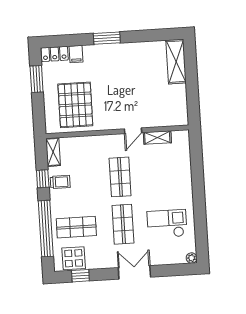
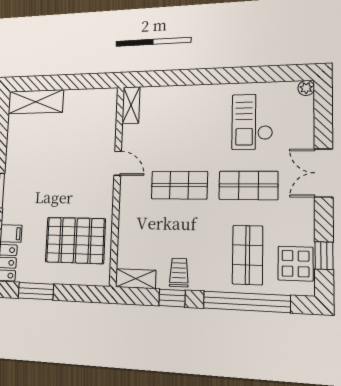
shelving: (157, 138) -> (131, 105), moved

